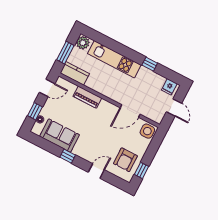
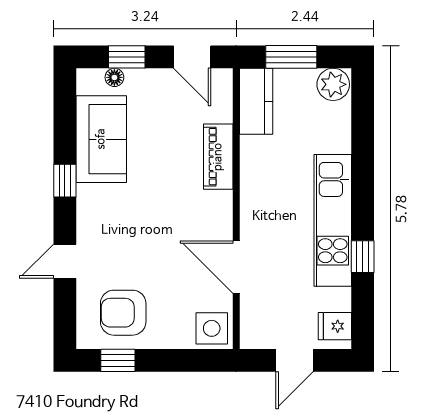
kitchen unit: (114, 59) -> (333, 220), moved
door: (96, 171) -> (65, 261), swing flipped

